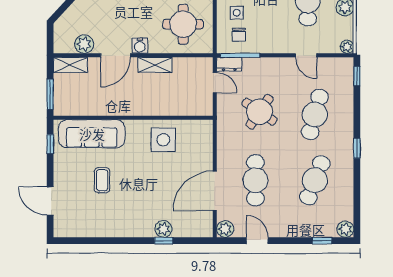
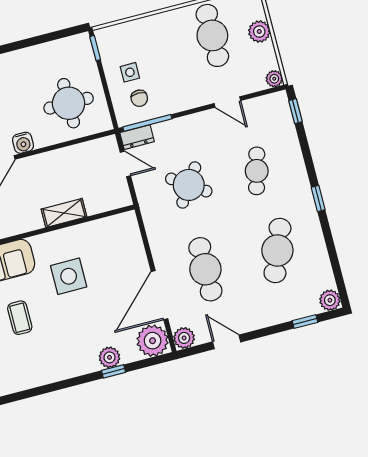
shelving: (155, 65) -> (64, 213), moved
cafe table: (315, 114) -> (257, 171), width x0.73, depth x0.74
side table: (163, 140) -> (69, 276), moved
plant: (200, 225) -> (153, 341), added

